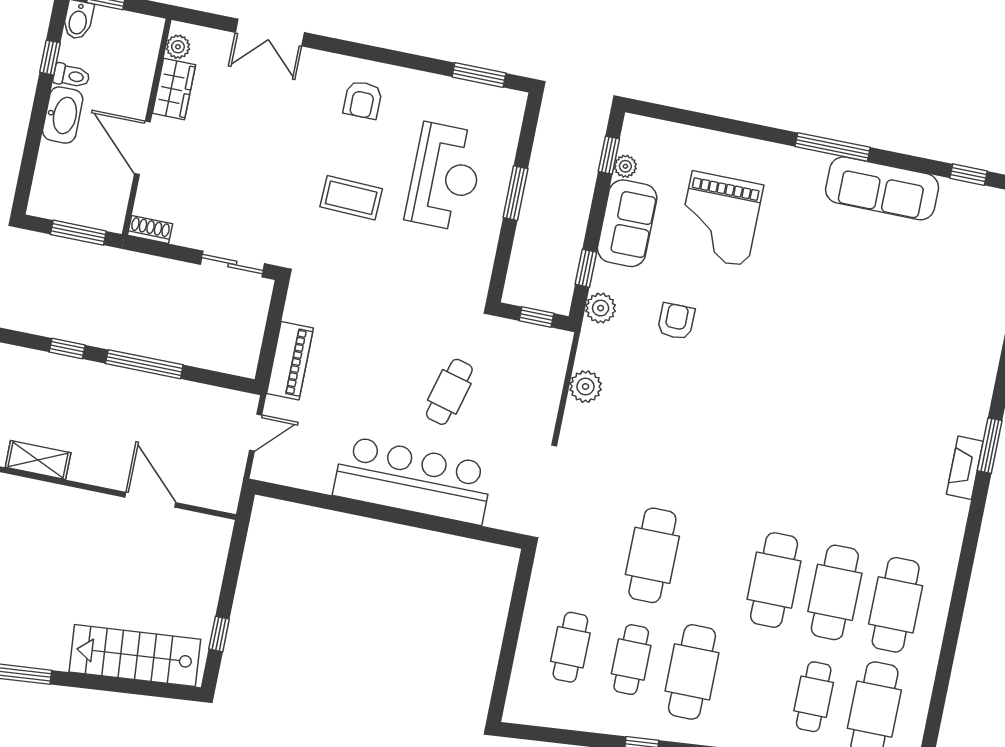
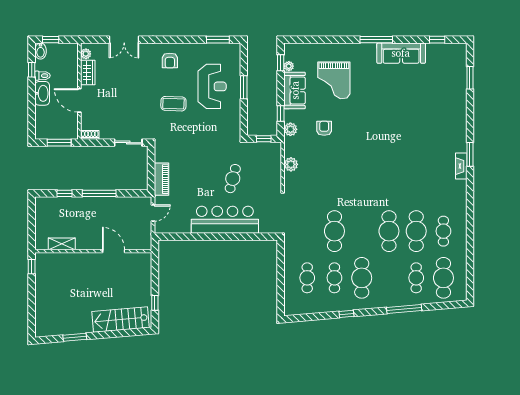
cafe table: (896, 605) -> (443, 231), width x0.73, depth x0.74

